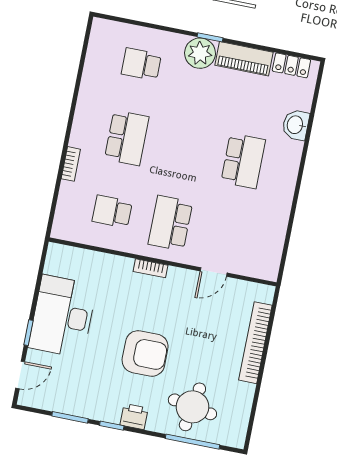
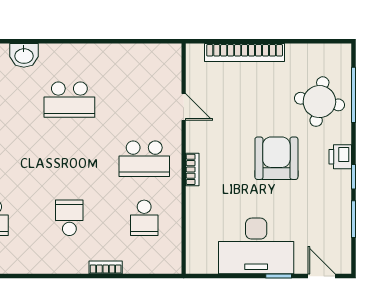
school desk: (127, 138) -> (69, 218), width x0.54
school desk: (243, 161) -> (69, 100), turned 180

